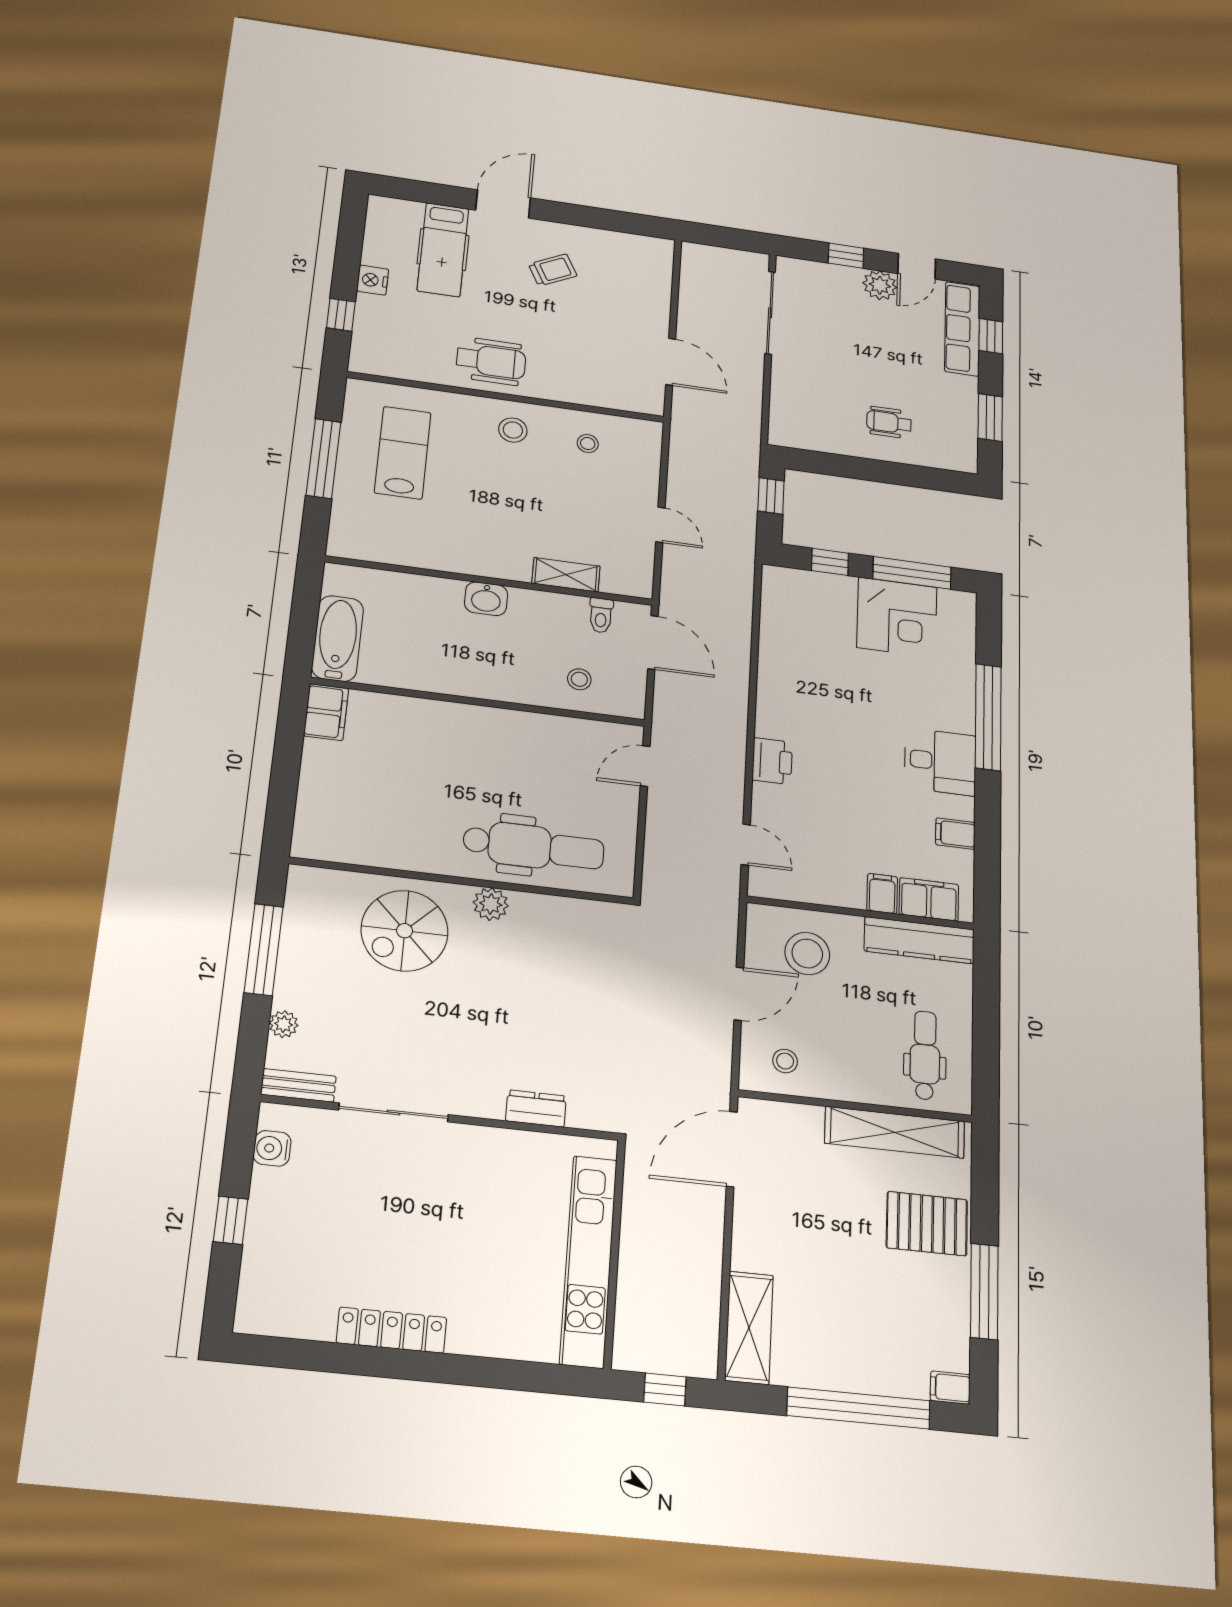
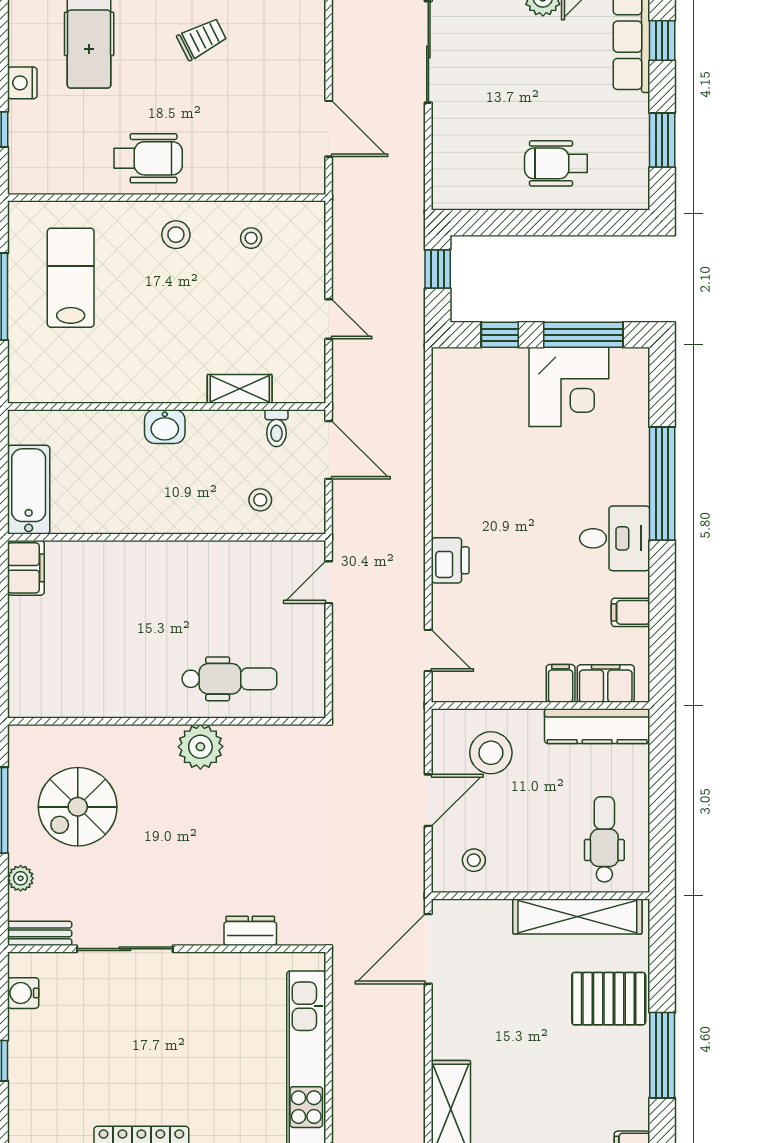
wheelchair: (889, 422) -> (556, 163), width x1.36, depth x1.37
dental chair: (534, 847) -> (229, 679), width x0.73, depth x0.72
plant: (491, 904) -> (200, 747), width x1.36, depth x1.36
spiral stairs: (405, 931) -> (78, 807), moved

